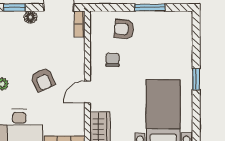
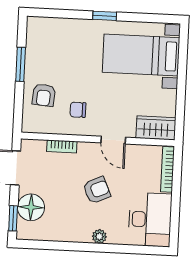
floor lamp: (30, 17) -> (31, 207), width x1.89, depth x1.89
bookcase: (80, 24) -> (62, 146), moved

